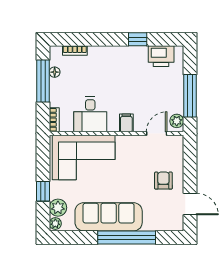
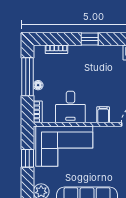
window: (138, 39) -> (90, 39), moved
floor lamp: (55, 72) -> (38, 85), moved
window: (43, 191) -> (27, 158), moved

